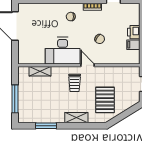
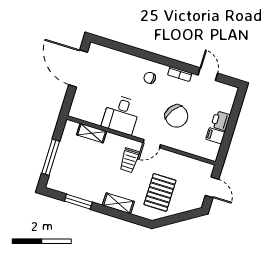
chair: (100, 39) -> (177, 116), width x1.87, depth x1.87
desk: (63, 51) -> (121, 115), width x0.73
door: (87, 65) -> (152, 144), swing flipped

